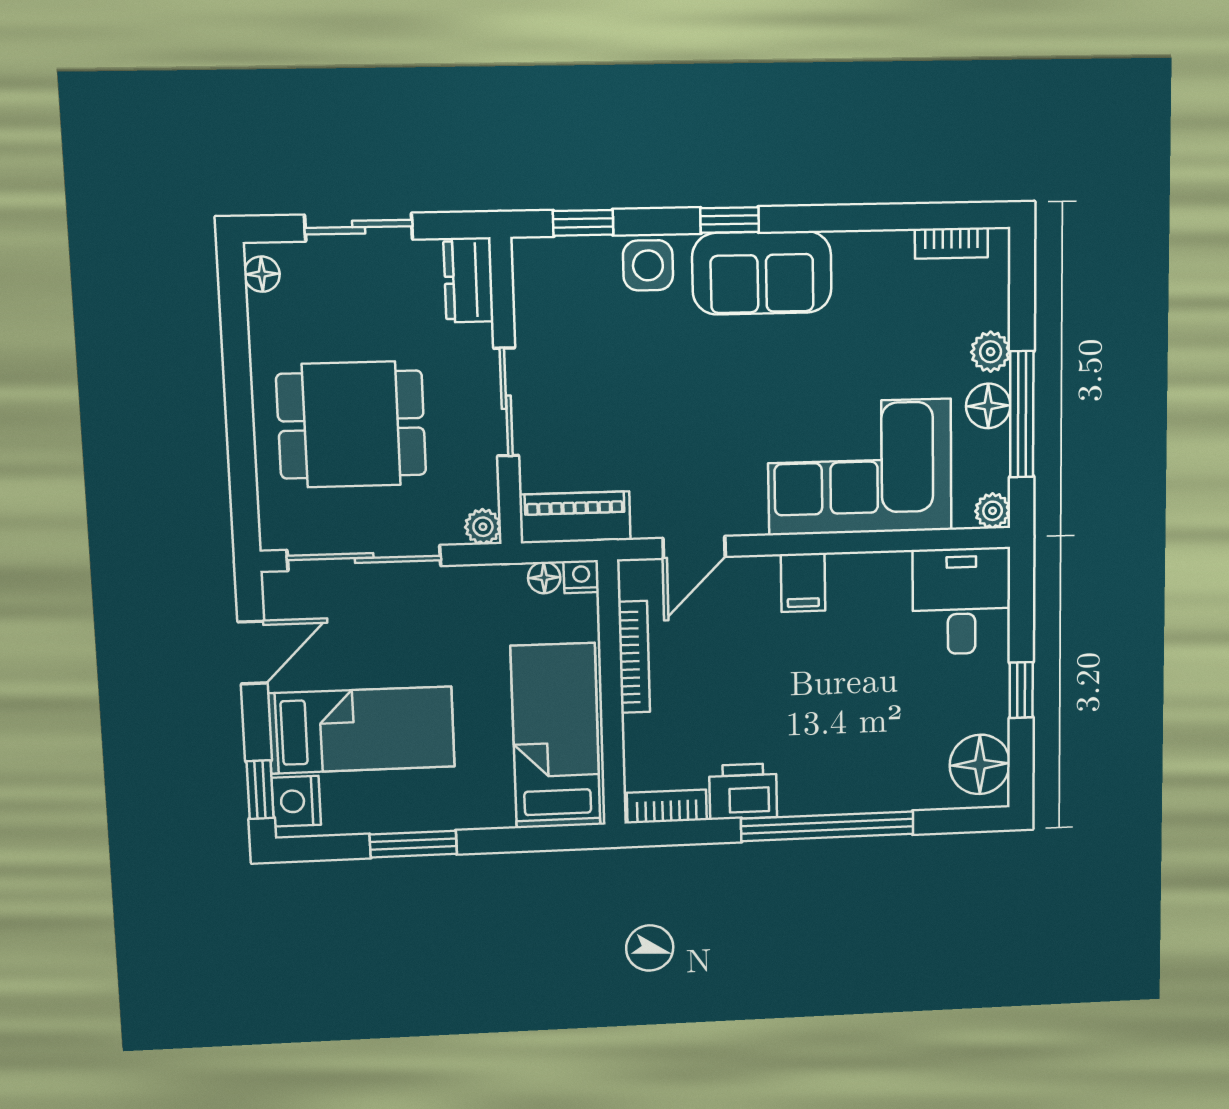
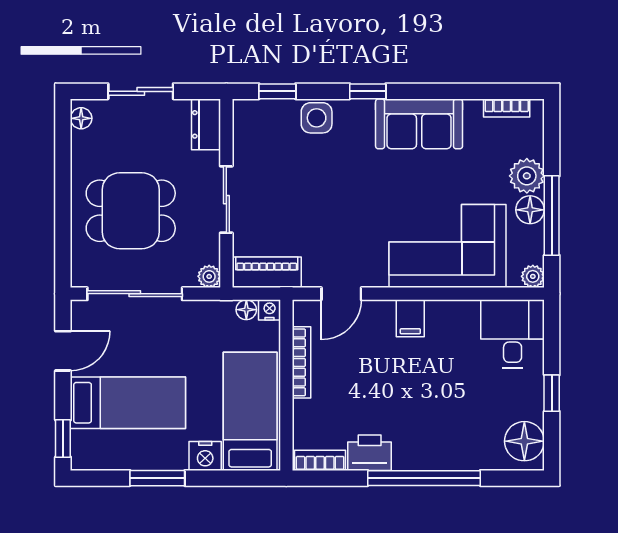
sofa: (762, 273) -> (419, 124), moved
plant: (991, 352) -> (527, 176), width x1.38, depth x1.38
nightstand: (296, 801) -> (205, 456), moved, turned -90

